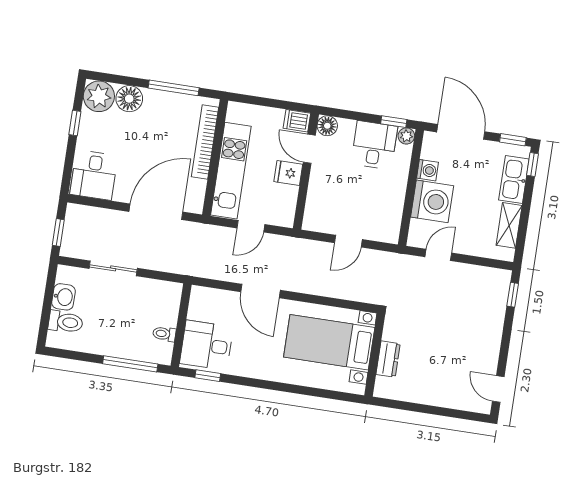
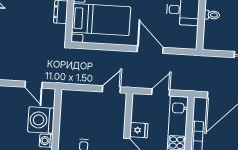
door: (348, 241) -> (111, 89), moved
door: (438, 255) -> (34, 85), hinge flipped

